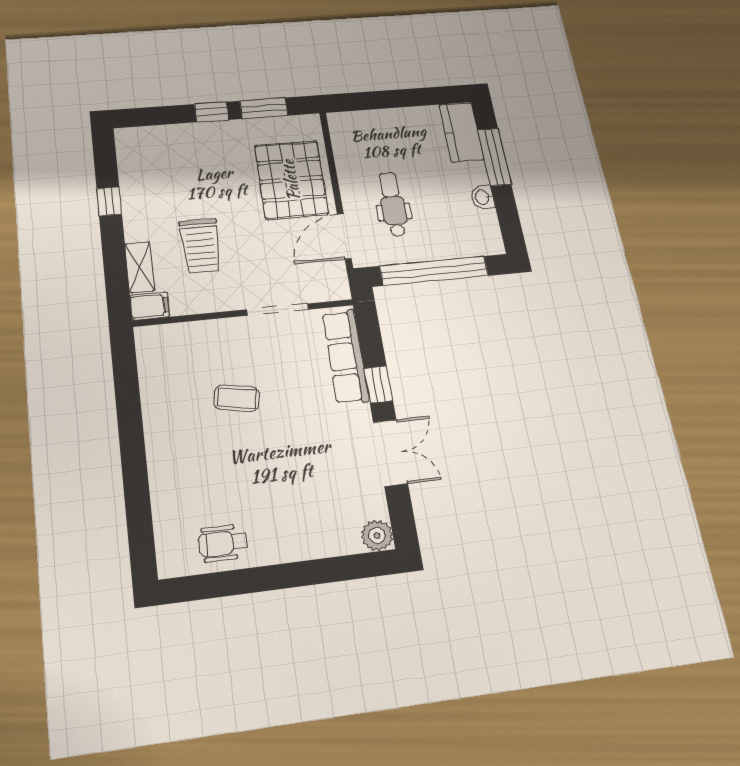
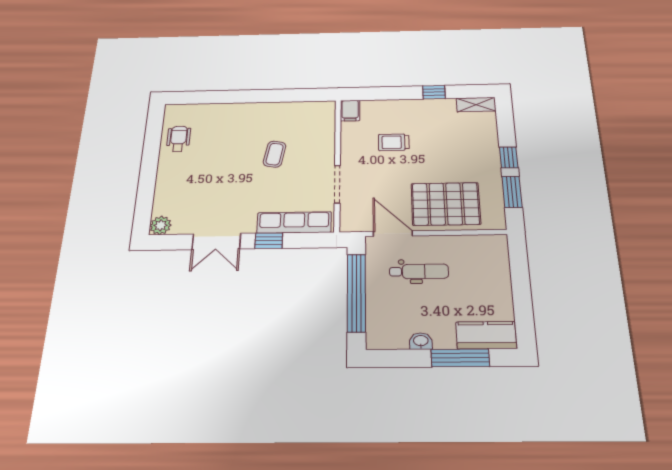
trolley: (201, 246) -> (394, 142), width x0.73, depth x0.72
shelving: (140, 267) -> (476, 105), moved

